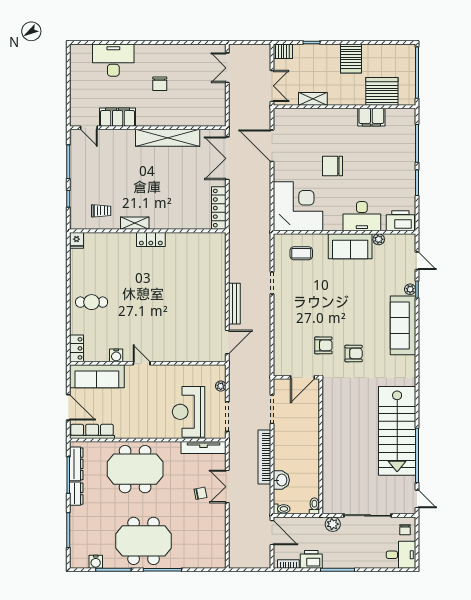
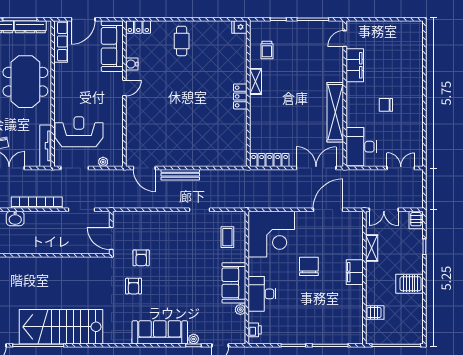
desk: (113, 60) -> (361, 147), moved, turned 180
server rack: (382, 91) -> (375, 312), width x0.46, depth x0.70
filing cabinet: (371, 117) -> (355, 272), moved
printer: (400, 221) -> (255, 330), width x0.53, depth x0.68

